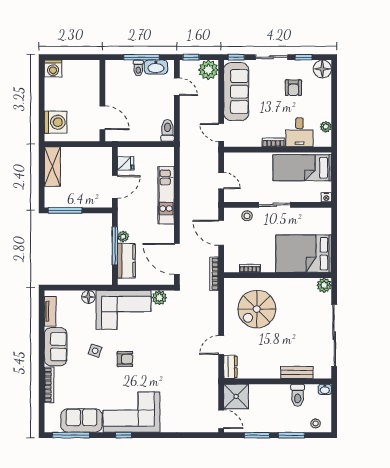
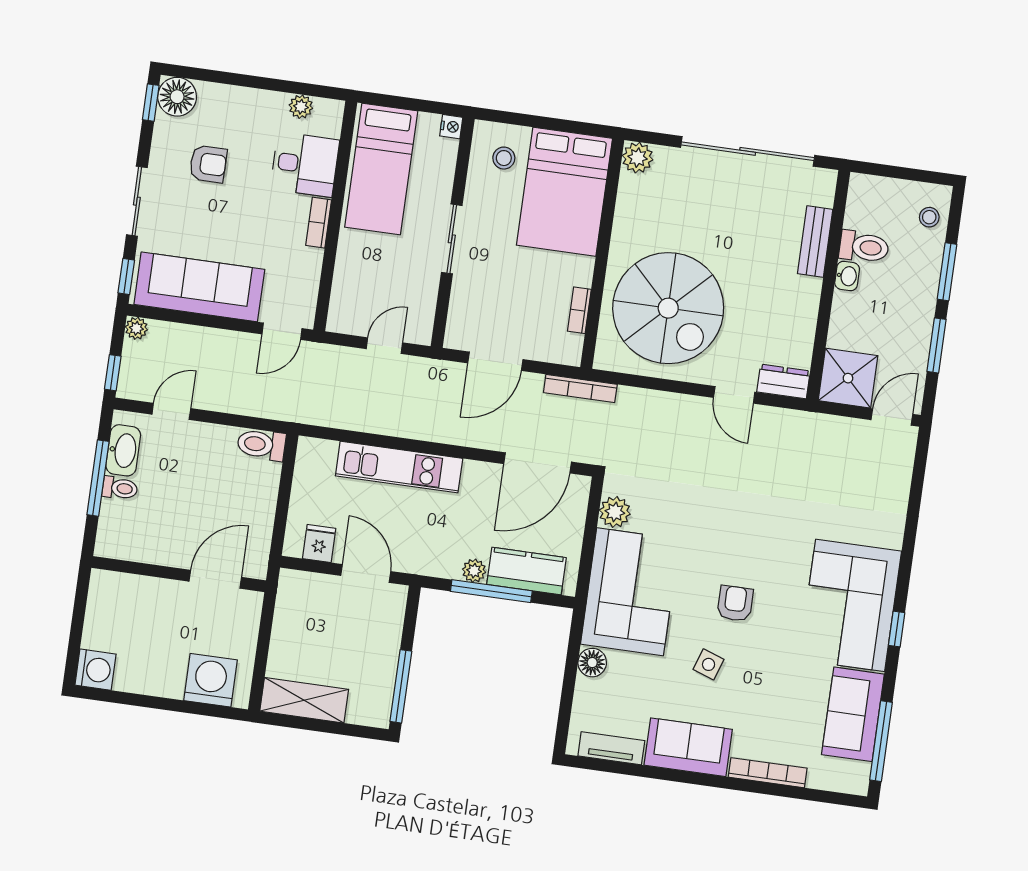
window: (304, 57) -> (151, 103), moved
plant: (208, 70) -> (136, 328), width x0.53, depth x0.53
stool: (247, 216) -> (504, 158), moved
spiral stairs: (257, 309) -> (668, 308), width x1.37, depth x1.37
washbasin: (325, 389) -> (847, 276), moved

